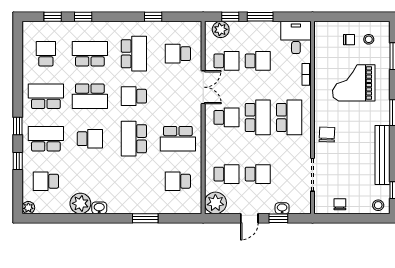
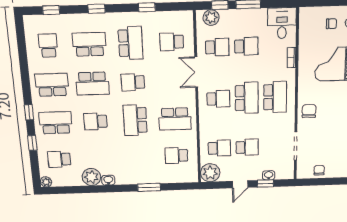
window: (83, 17) -> (96, 9), moved
double door: (203, 87) -> (196, 72), swing flipped
school desk: (90, 139) -> (95, 121), turned 180

